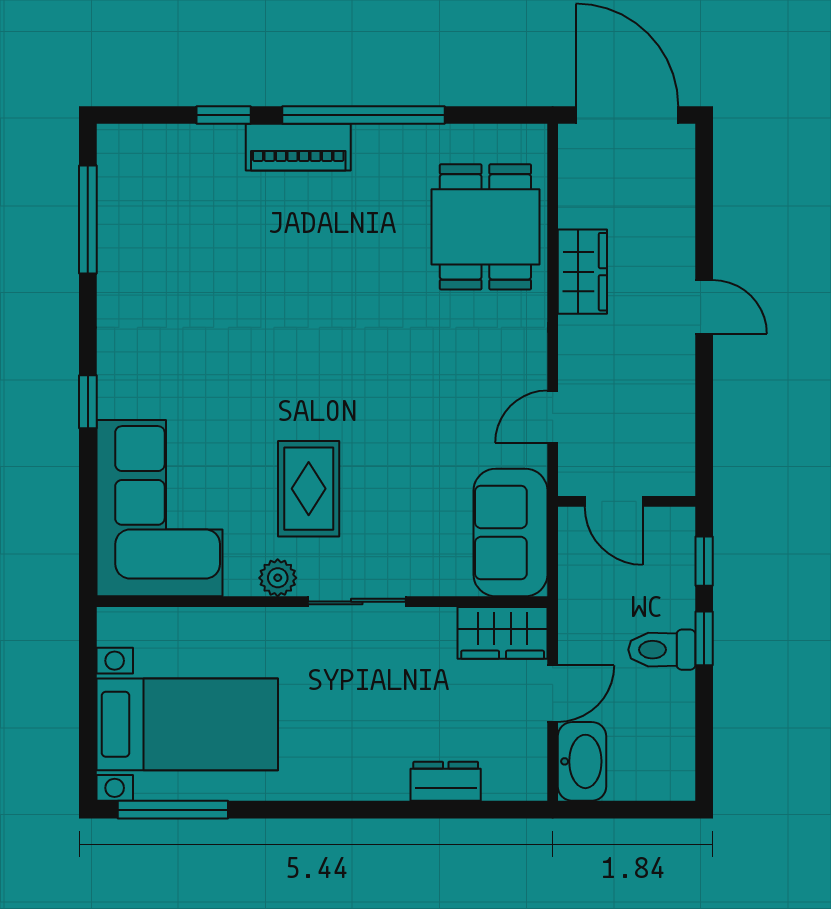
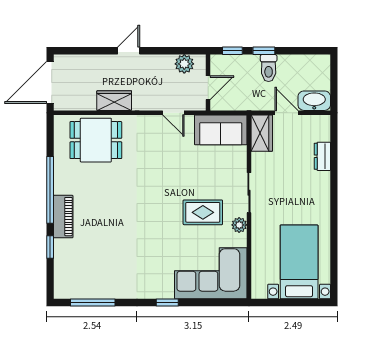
plant: (672, 443) -> (184, 64), added
window: (173, 810) -> (334, 268), removed

